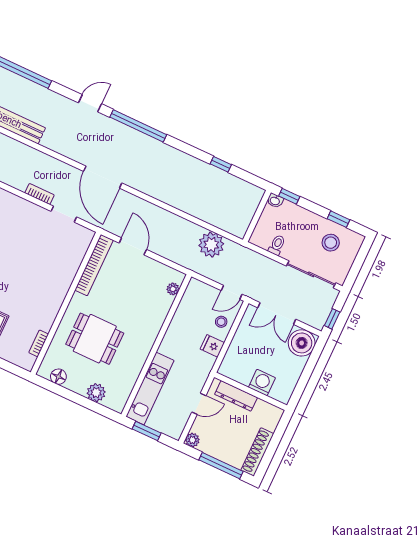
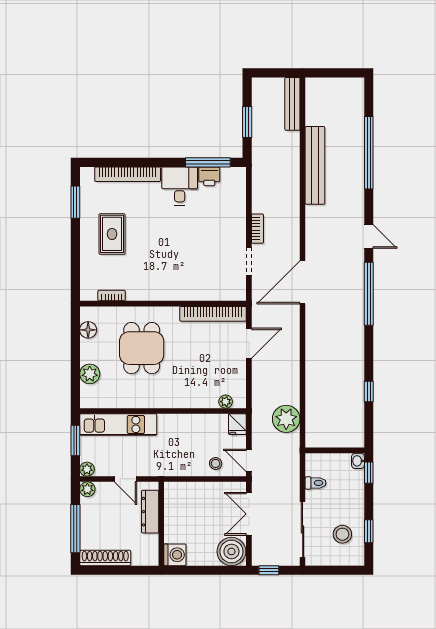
fridge: (212, 346) -> (237, 424), moved, turned 180
washing machine: (262, 382) -> (175, 555), moved
plant: (175, 432) -> (87, 469), added

